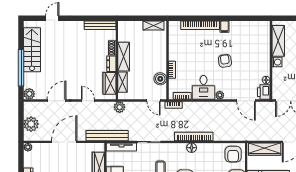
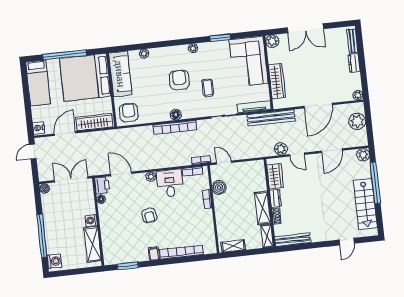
window: (249, 18) -> (128, 266), added
shelving: (122, 82) -> (267, 236), moved
plant: (120, 107) -> (281, 149), moved

